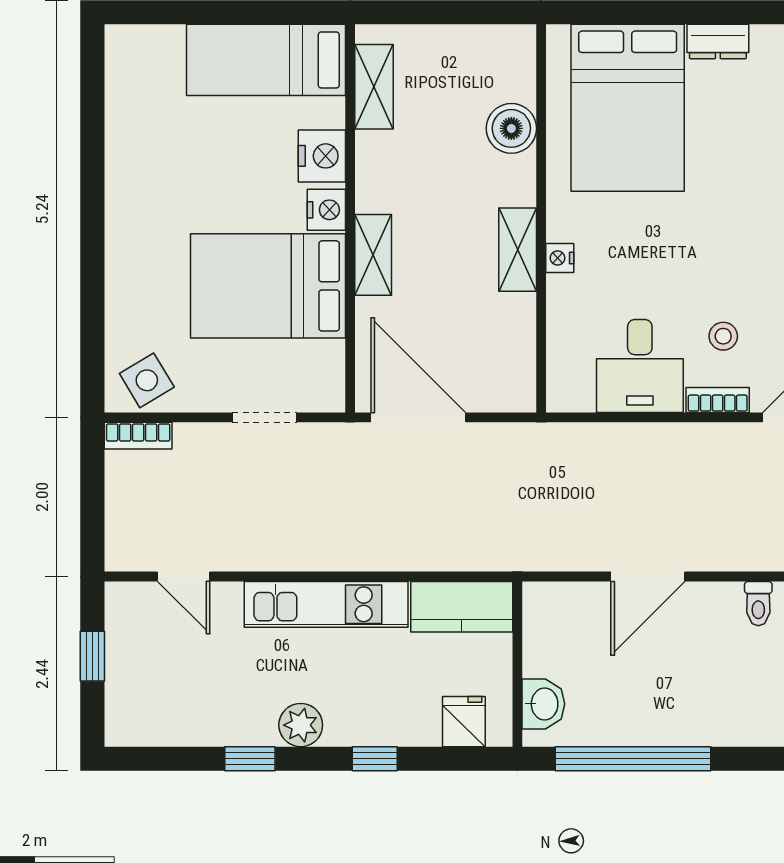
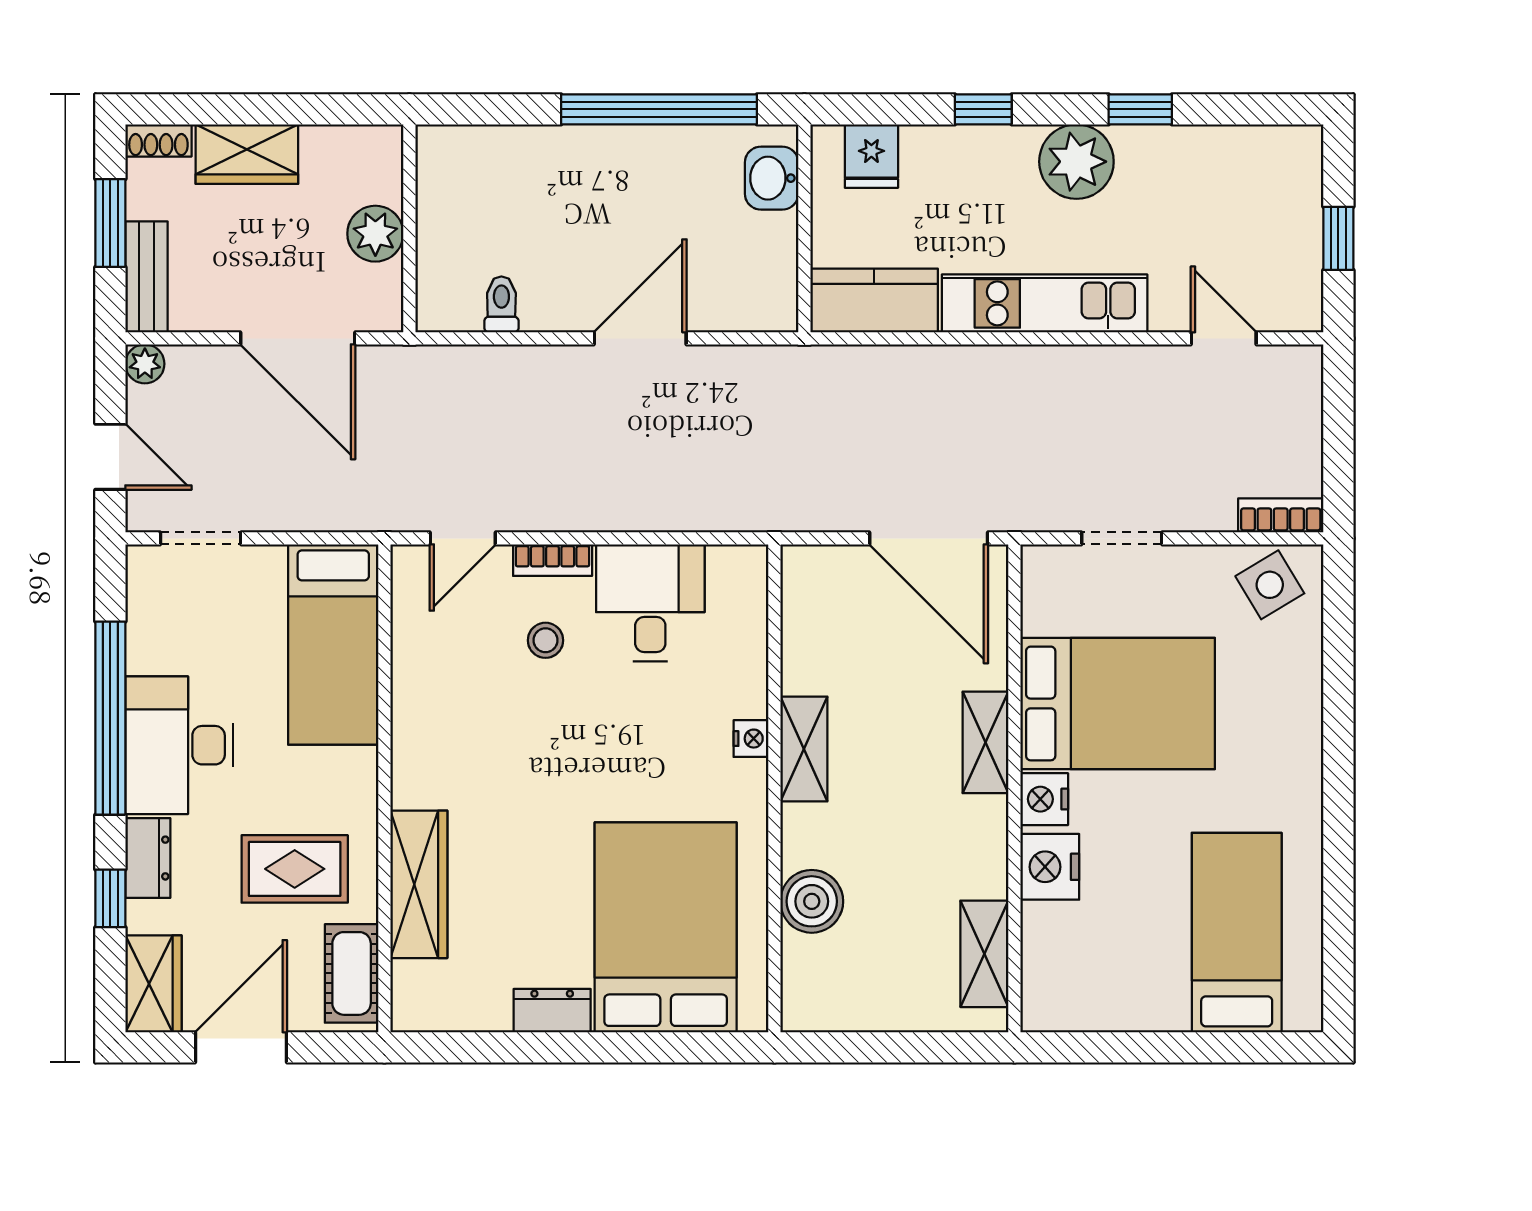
bed: (266, 60) -> (1237, 933), moved, turned -90
plant: (301, 725) -> (1076, 162), width x1.36, depth x1.36

